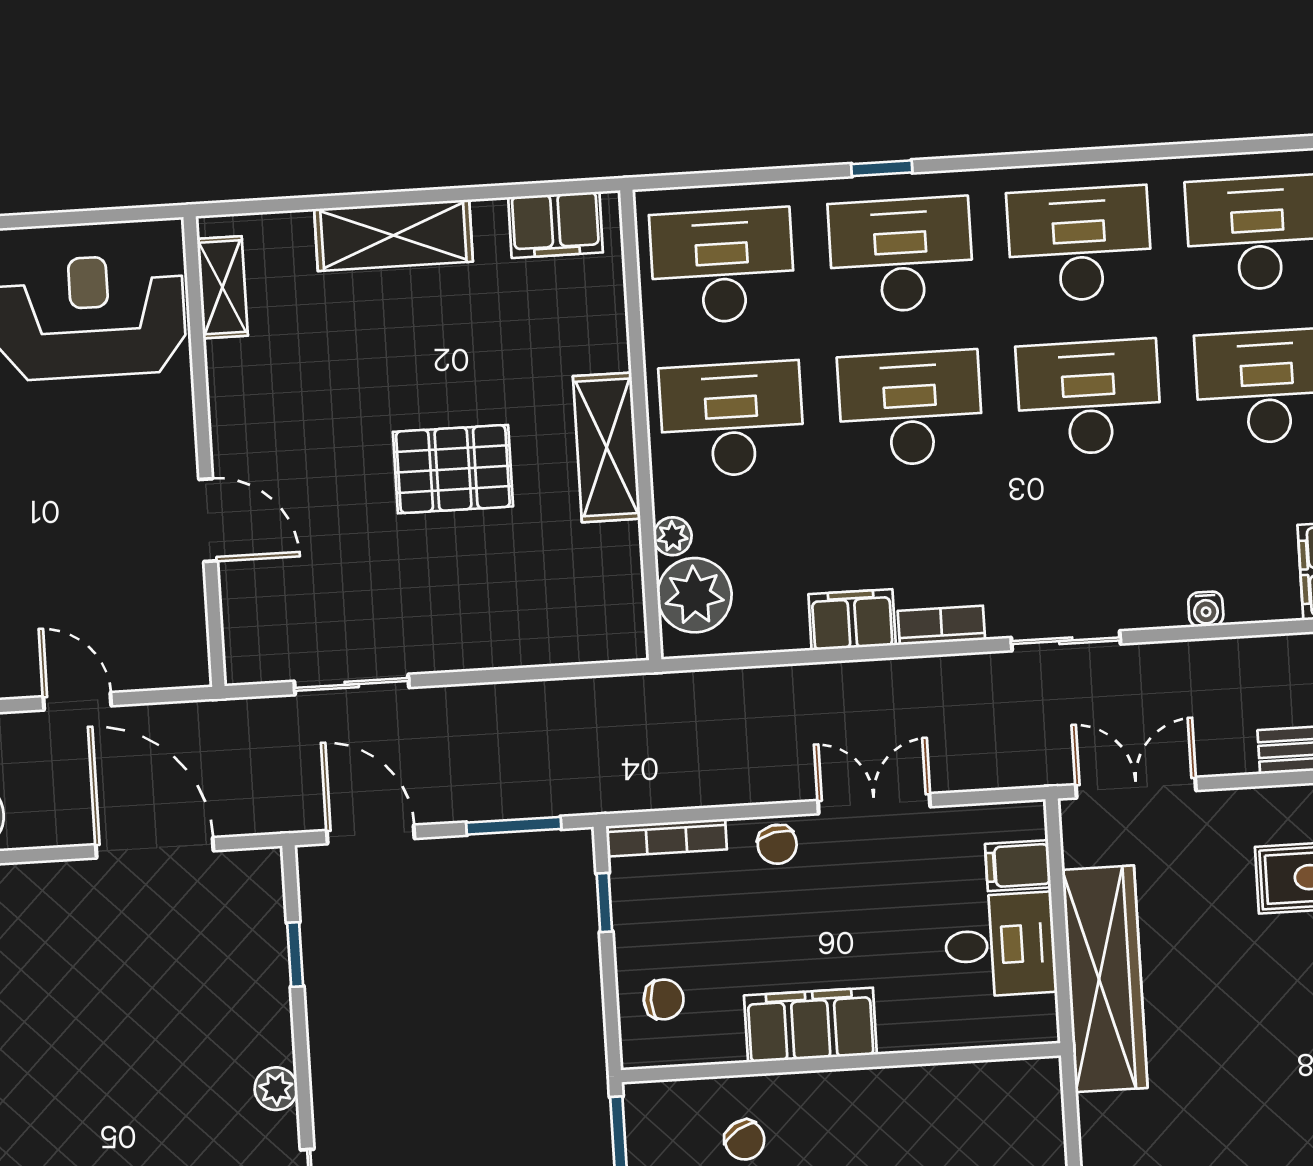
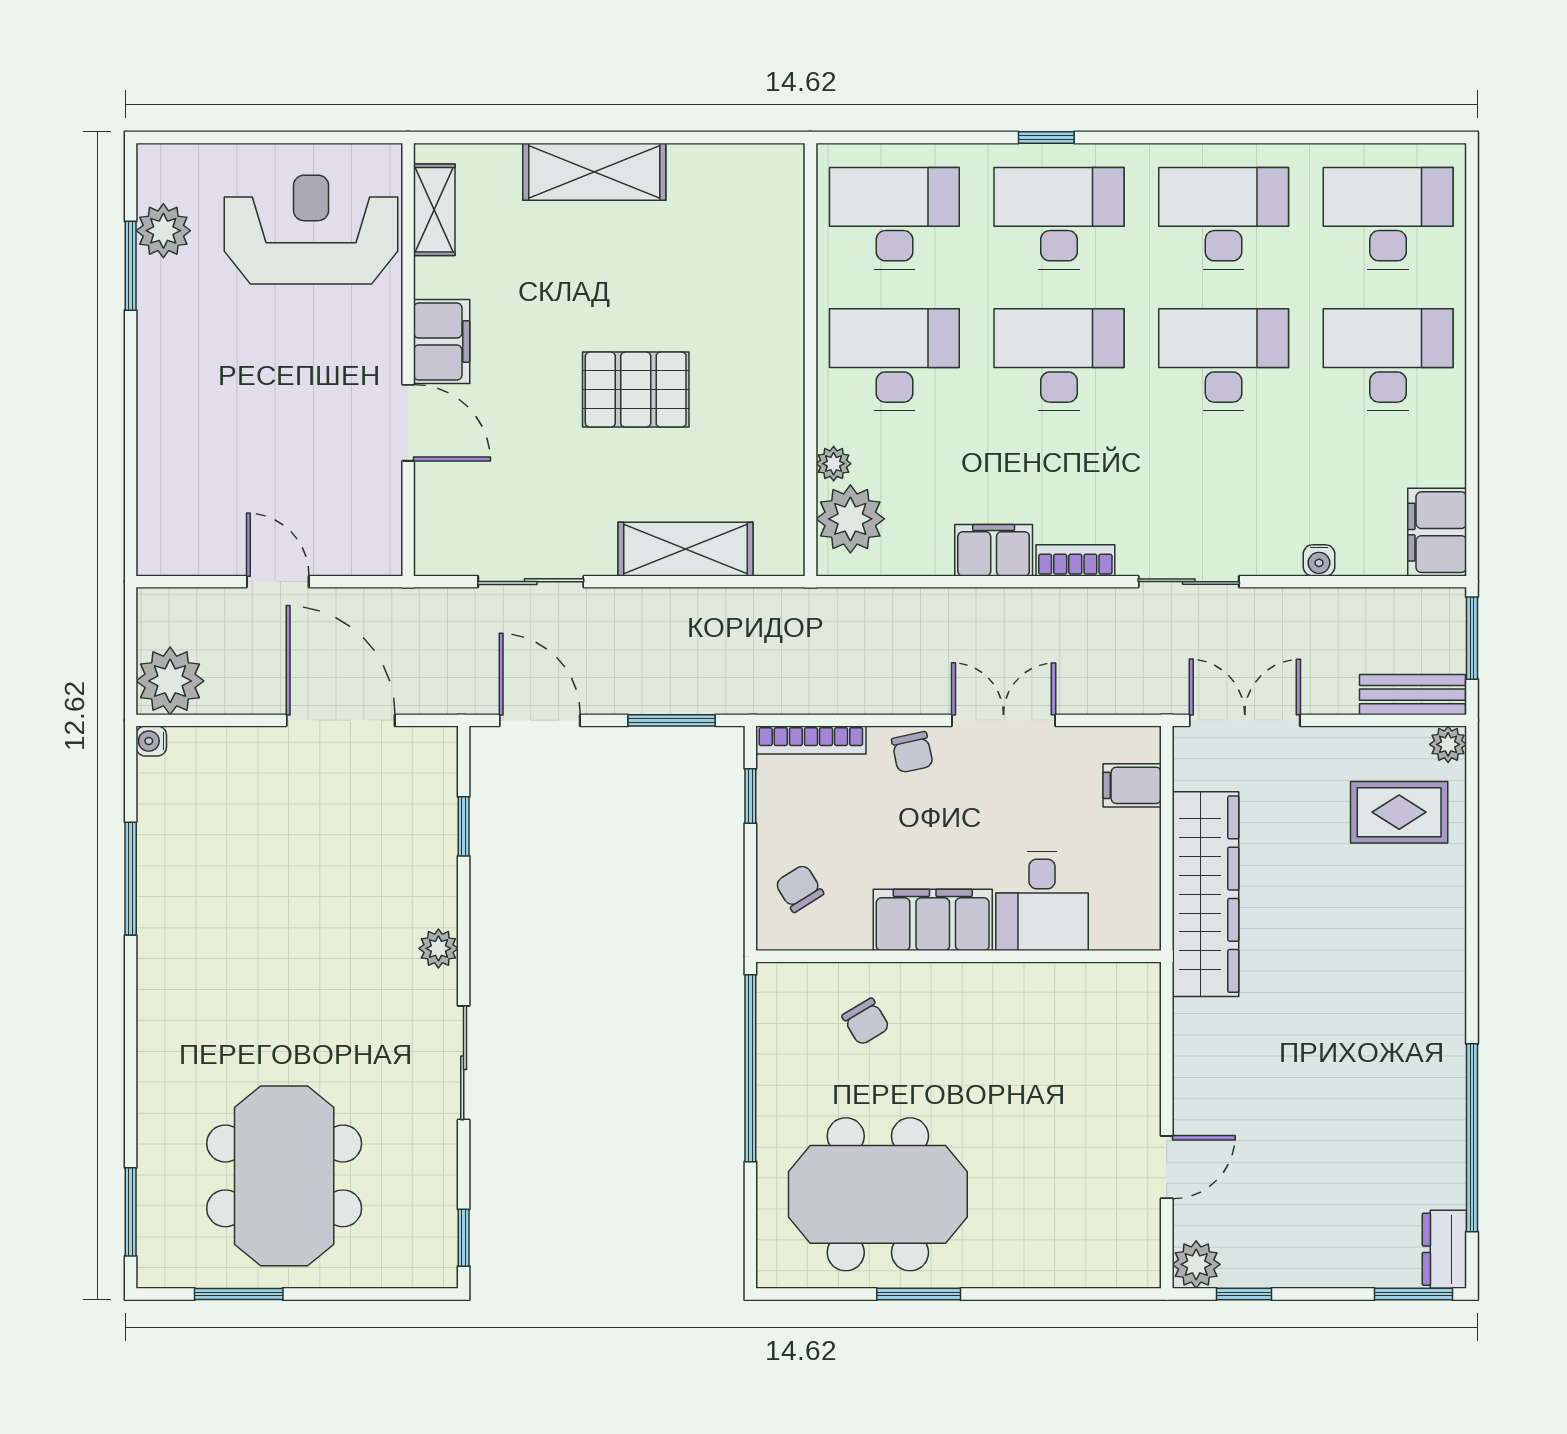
filing cabinet: (556, 225) -> (442, 342), moved, turned -90
shelving: (607, 447) -> (686, 549), moved, turned 90
desk: (1000, 945) -> (1042, 901), moved, turned 90
chair: (664, 999) -> (799, 888), turned -122

